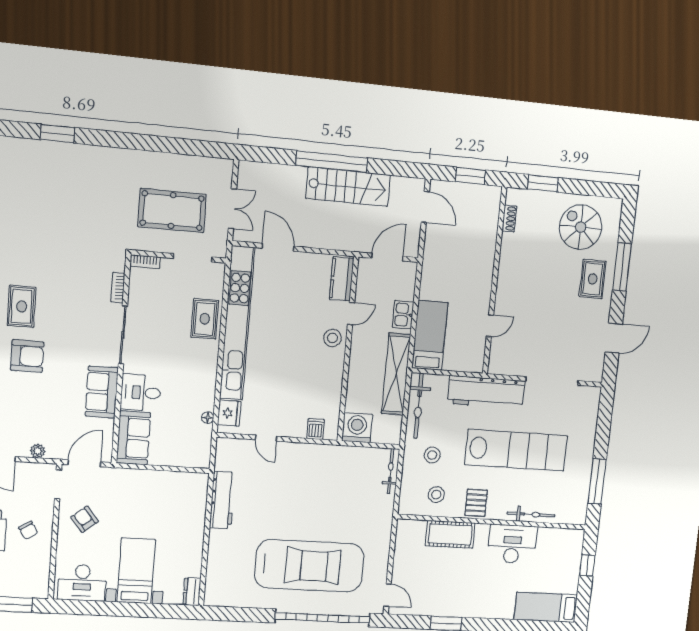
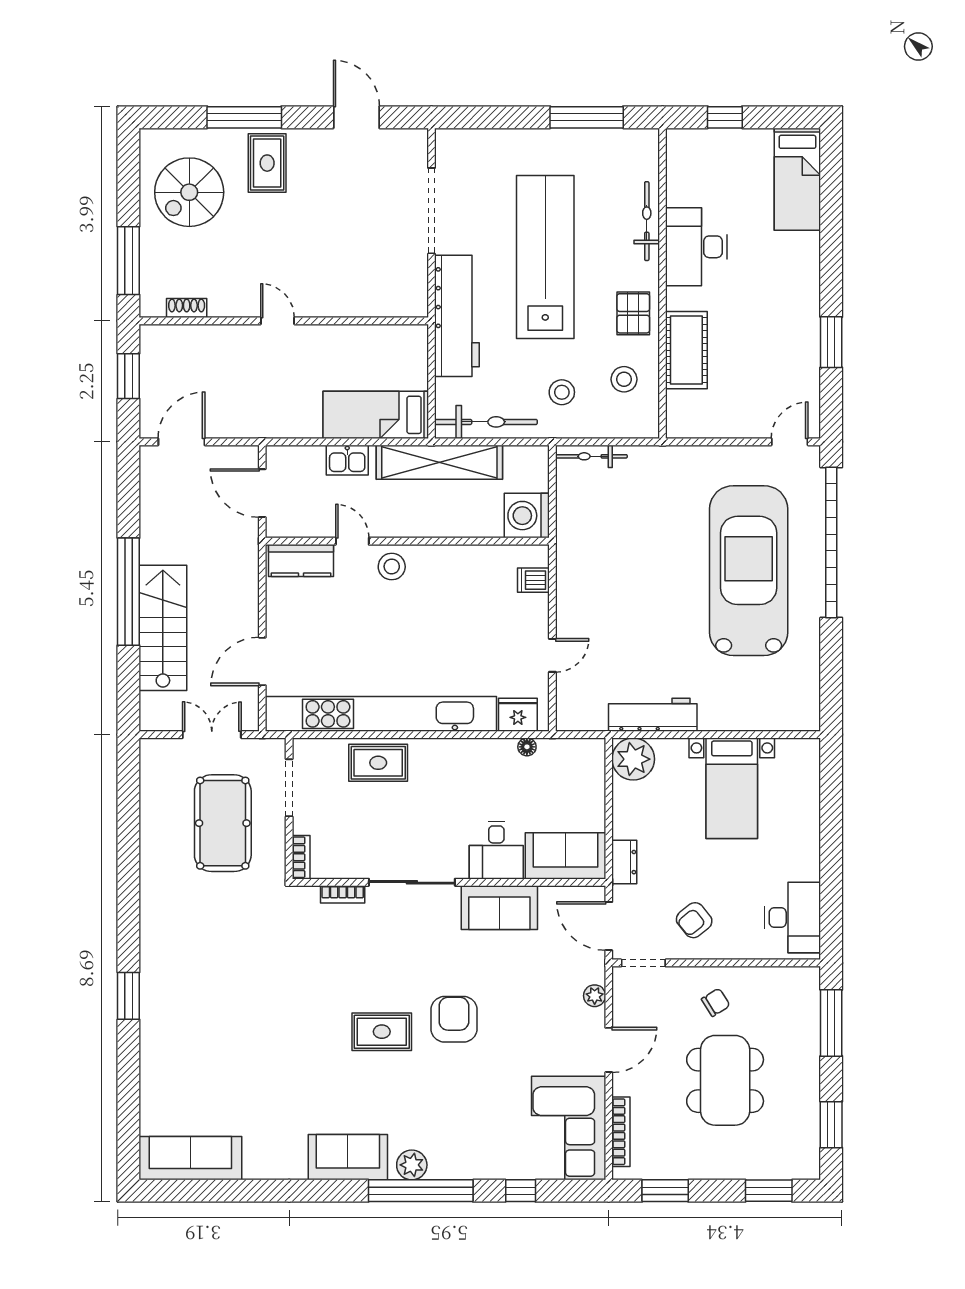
window: (543, 183) -> (128, 261), width x1.44
stairs: (348, 187) -> (163, 628), moved
rug: (593, 279) -> (267, 163), turned 90
door: (490, 326) -> (277, 321), moved
plant: (194, 486) -> (633, 759), added
pallet: (476, 503) -> (633, 313), turned 90
bed with nightstands: (136, 571) -> (732, 788), moved, turned -90
dresser: (192, 592) -> (624, 862), moved, turned -90

